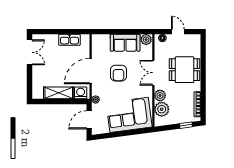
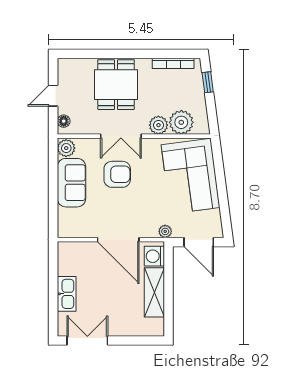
kitchen sink: (69, 40) -> (67, 294), moved
armchair: (118, 73) -> (117, 174), moved

